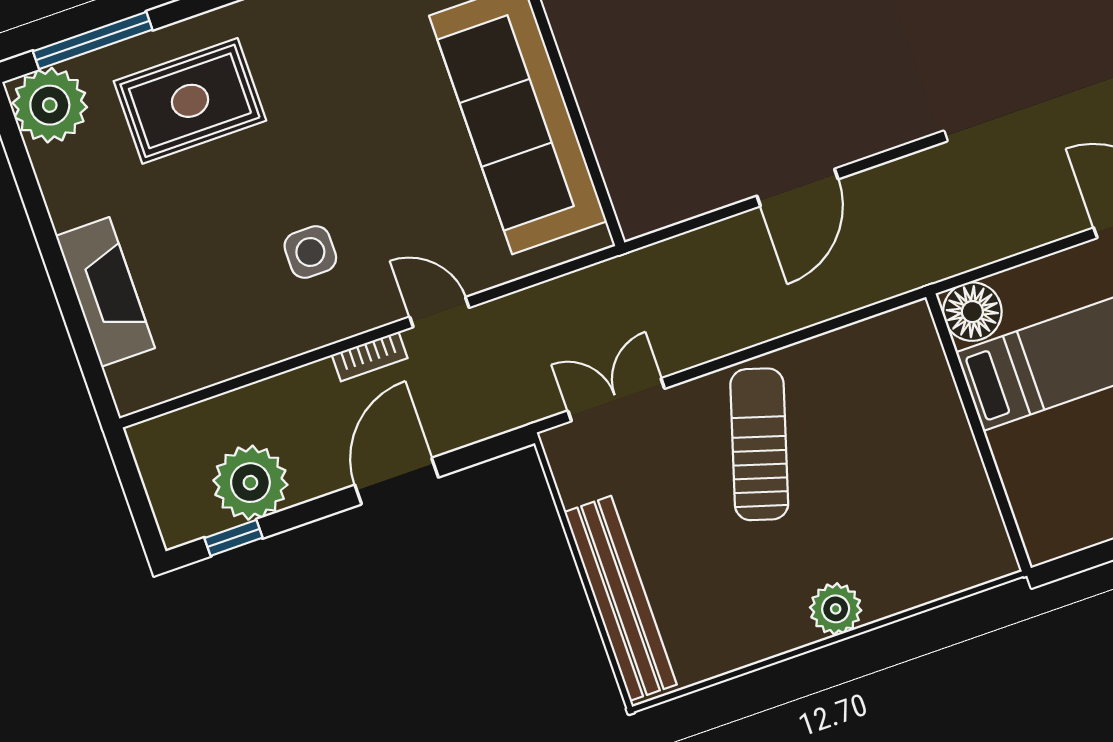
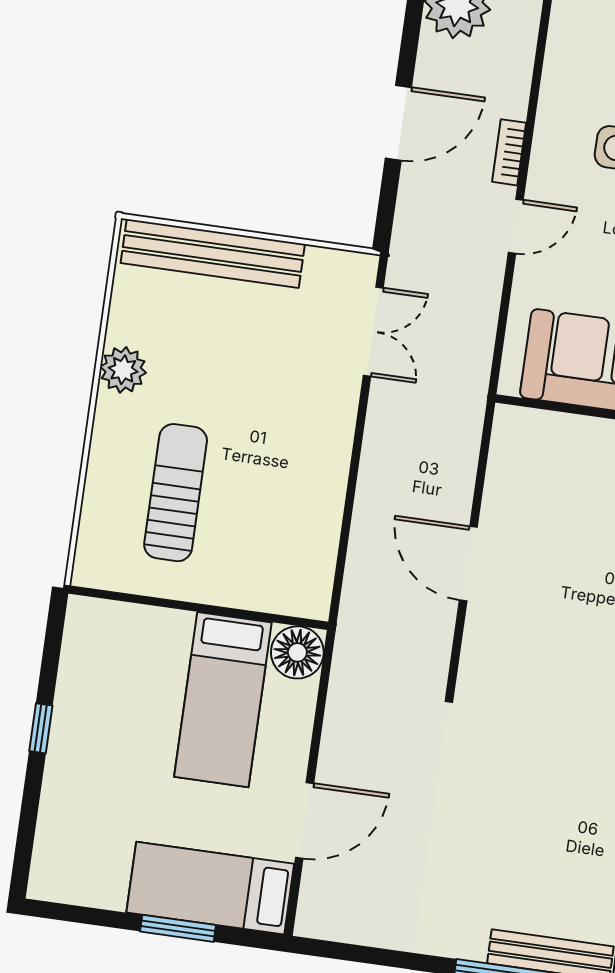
sun lounger: (759, 444) -> (176, 493), moved, turned -107
door: (397, 481) -> (398, 123), hinge flipped
plant: (836, 609) -> (123, 370), moved

